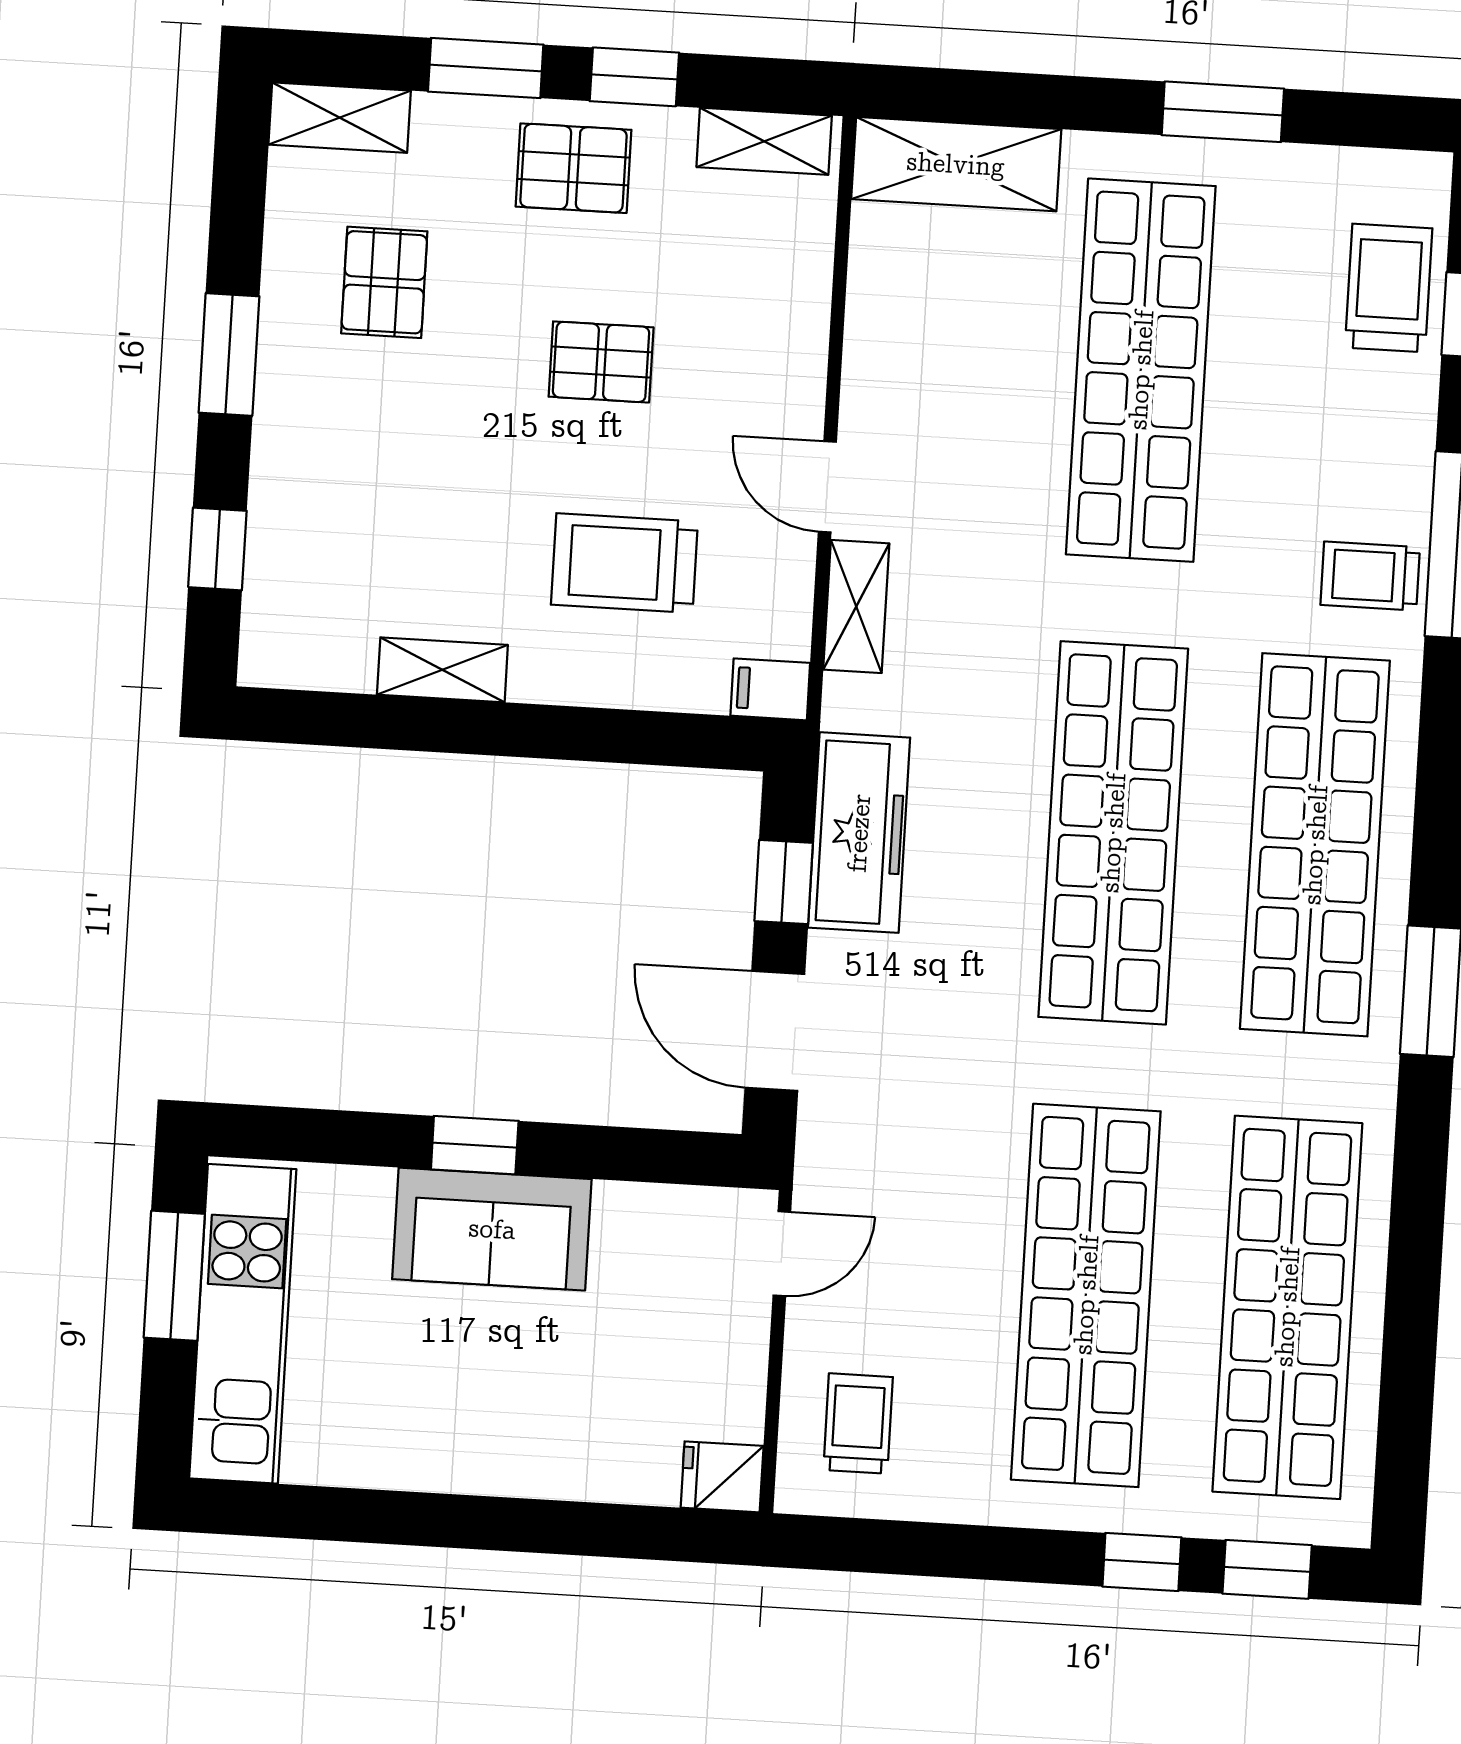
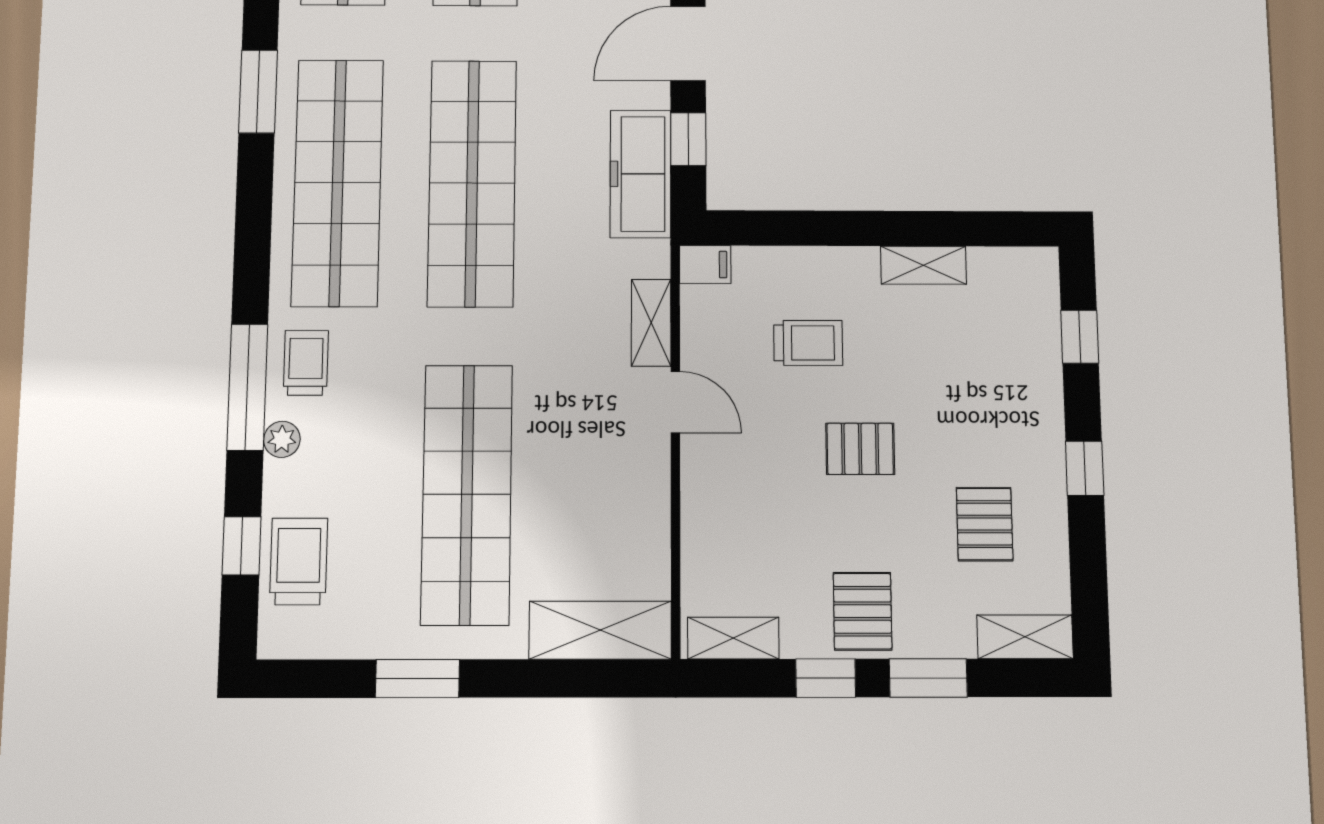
pallet: (574, 168) -> (863, 611), turned 90
trolley: (1389, 288) -> (299, 561), turned 180
window: (229, 354) -> (1085, 468), width x0.67
pallet: (601, 362) -> (860, 449), moved
plant: (1408, 466) -> (282, 439), added
trolley: (624, 563) -> (808, 343), width x0.73, depth x0.72
trolley: (1370, 576) -> (306, 363), turned -90
door: (775, 1031) -> (688, 43), swing flipped

